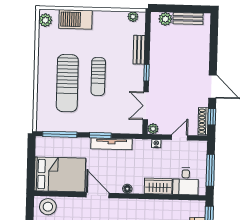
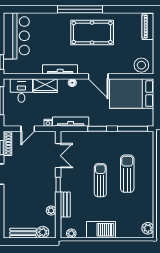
barbecue: (76, 19) -> (101, 230), moved
sun lounger: (67, 83) -> (127, 174), width x0.73, depth x0.75
plant: (153, 129) -> (51, 210), moved
tv unit: (112, 144) -> (71, 122), moved
tv unit: (141, 204) -> (60, 69), added

